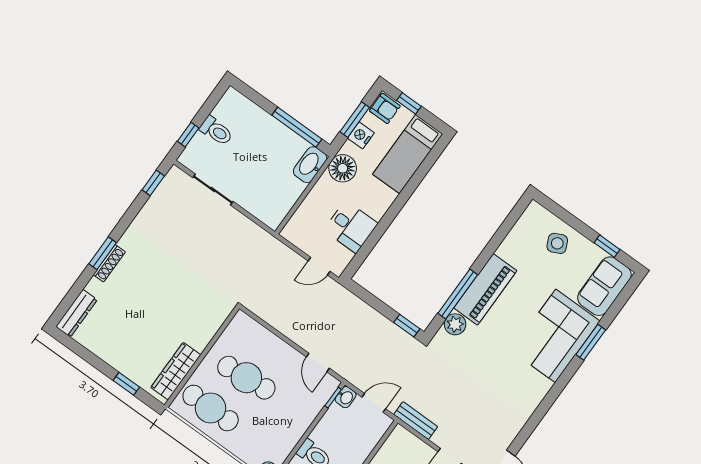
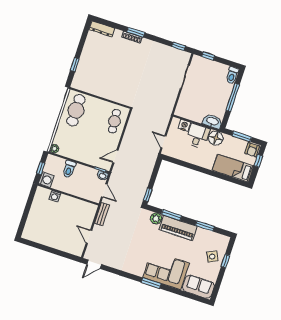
window: (297, 127) -> (233, 97), moved
toilet: (216, 131) -> (232, 75), moved
nightstand: (361, 135) -> (184, 125), moved
desk: (351, 227) -> (198, 136), moved, turned 180
window: (497, 239) -> (205, 226), added
window: (607, 246) -> (225, 261), moved
window: (458, 294) -> (171, 215), width x0.69
window: (591, 342) -> (151, 283), moved
wardrobe: (176, 371) -> (89, 87), removed
cafe table: (246, 378) -> (114, 121), moved, width x0.73, depth x0.74

